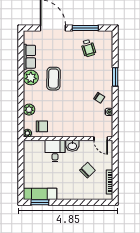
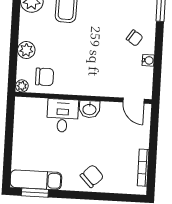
chair: (87, 170) -> (92, 176), moved

